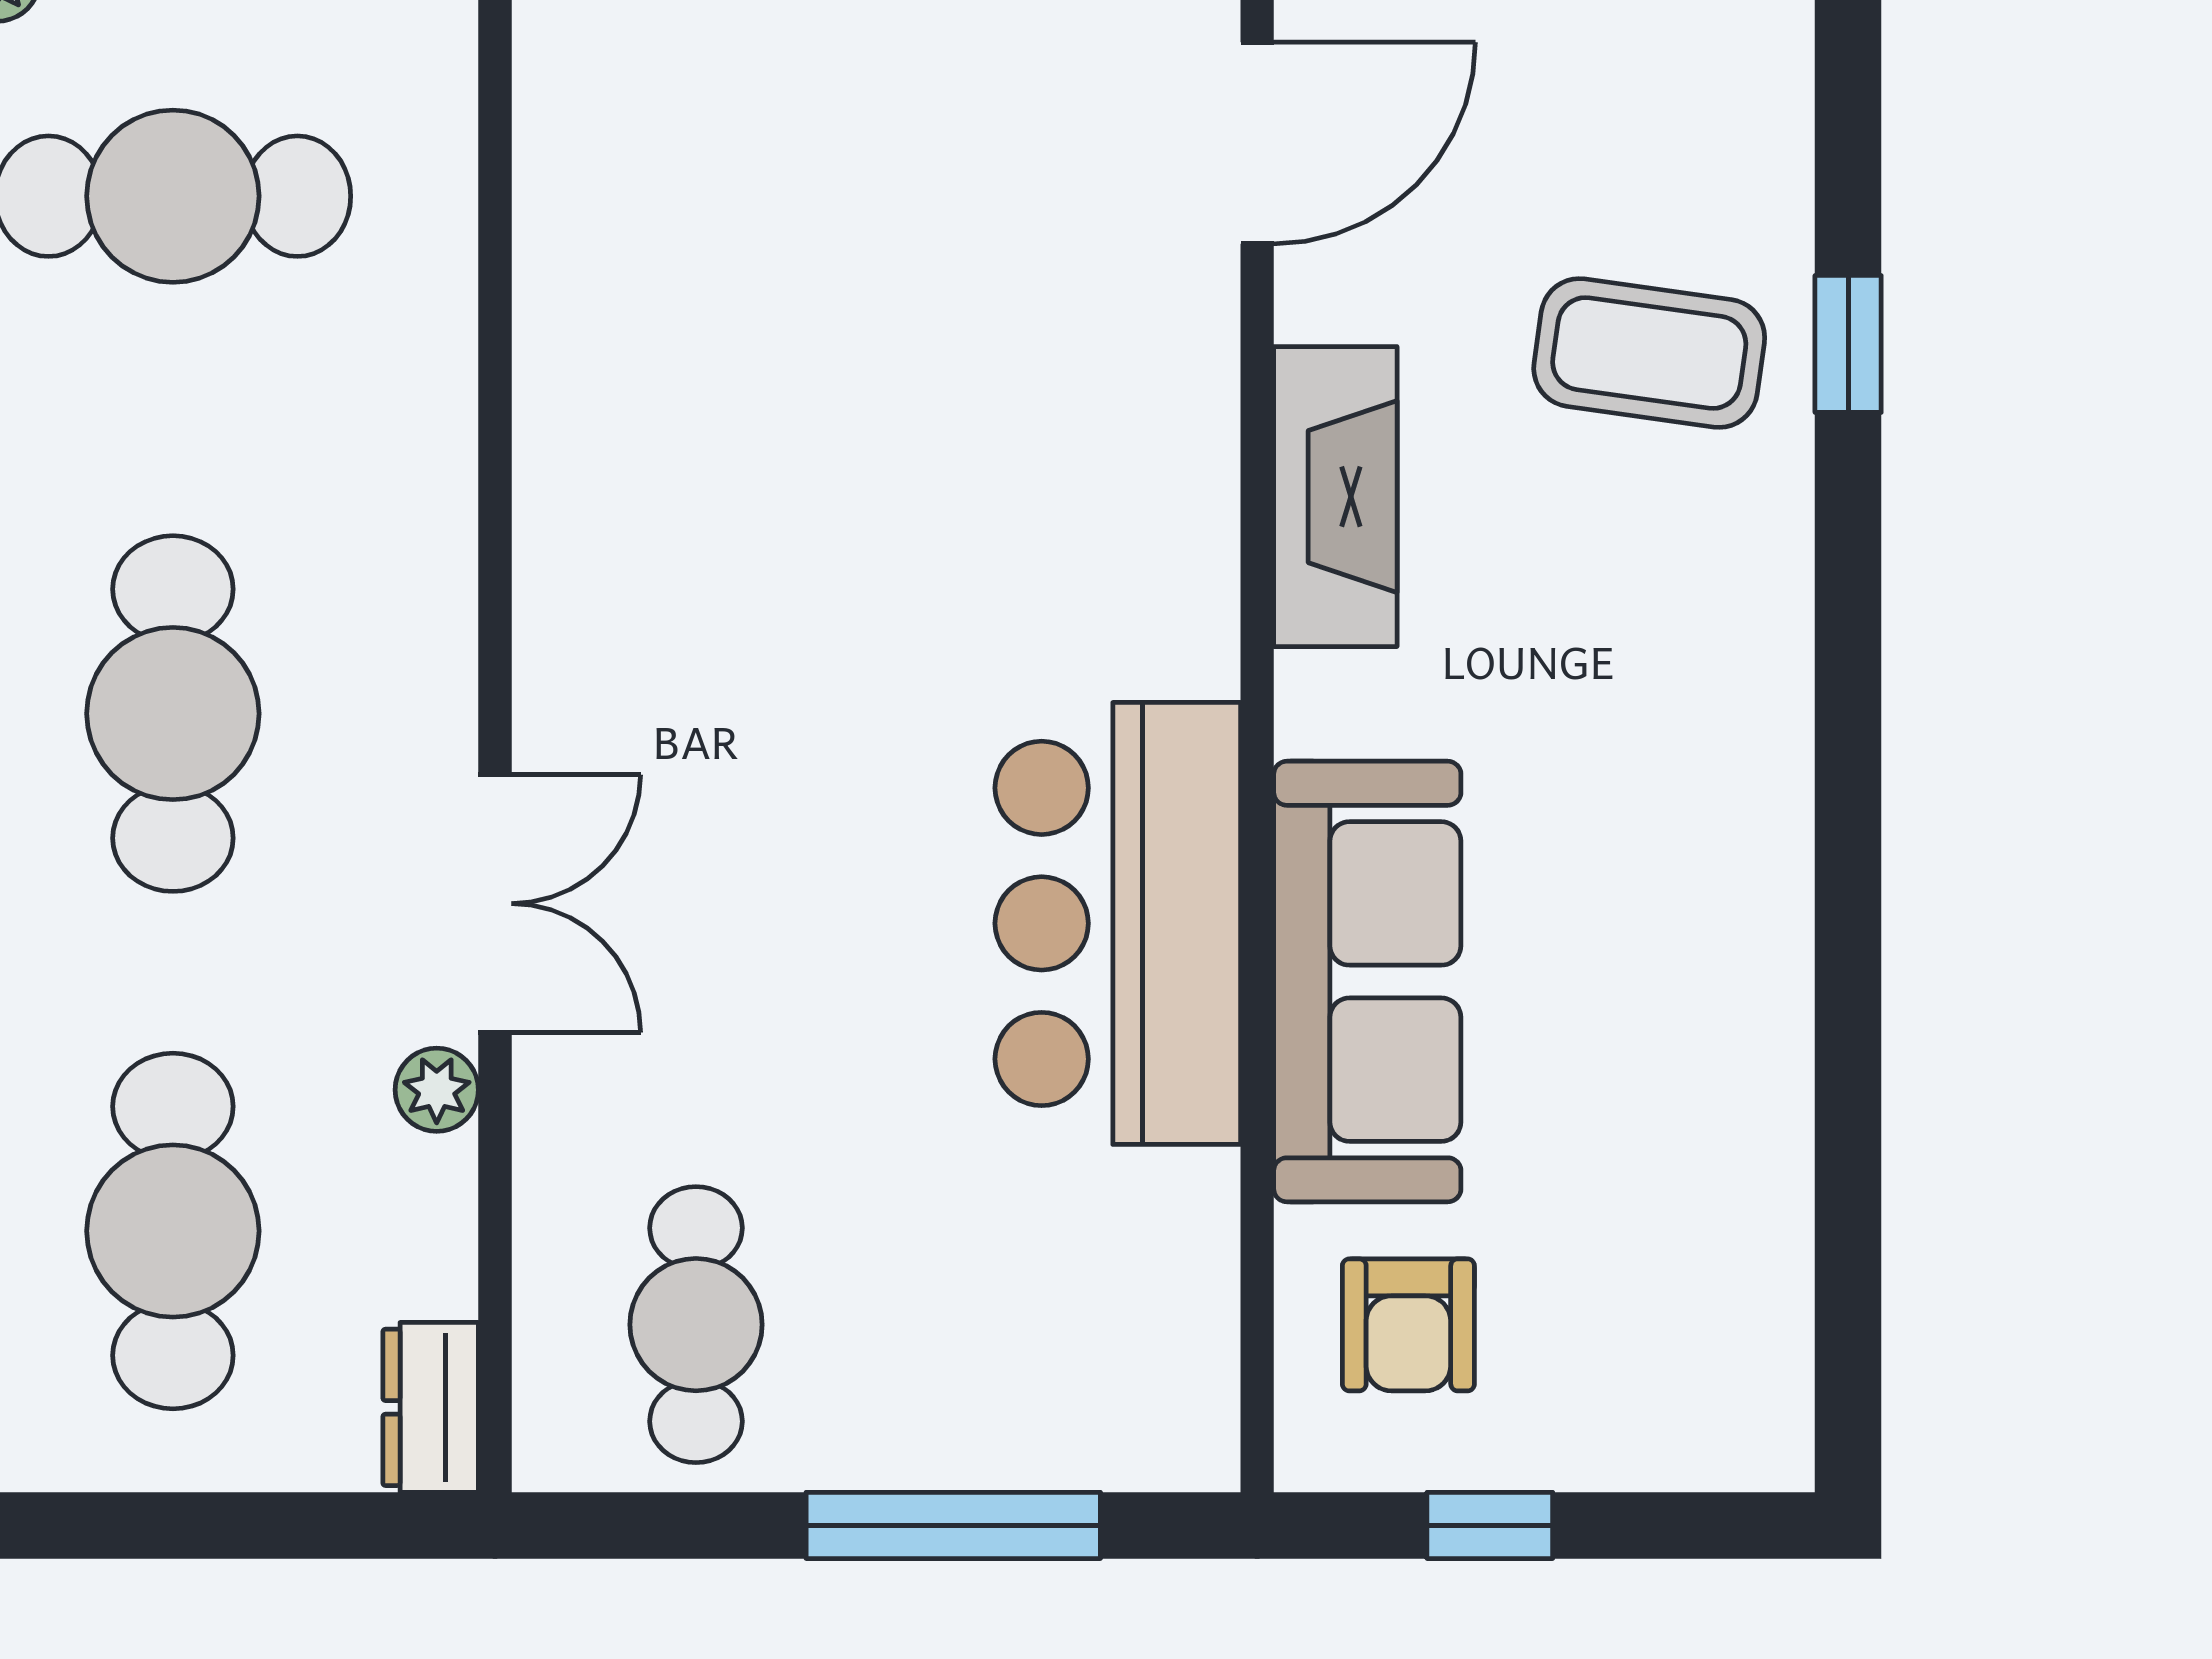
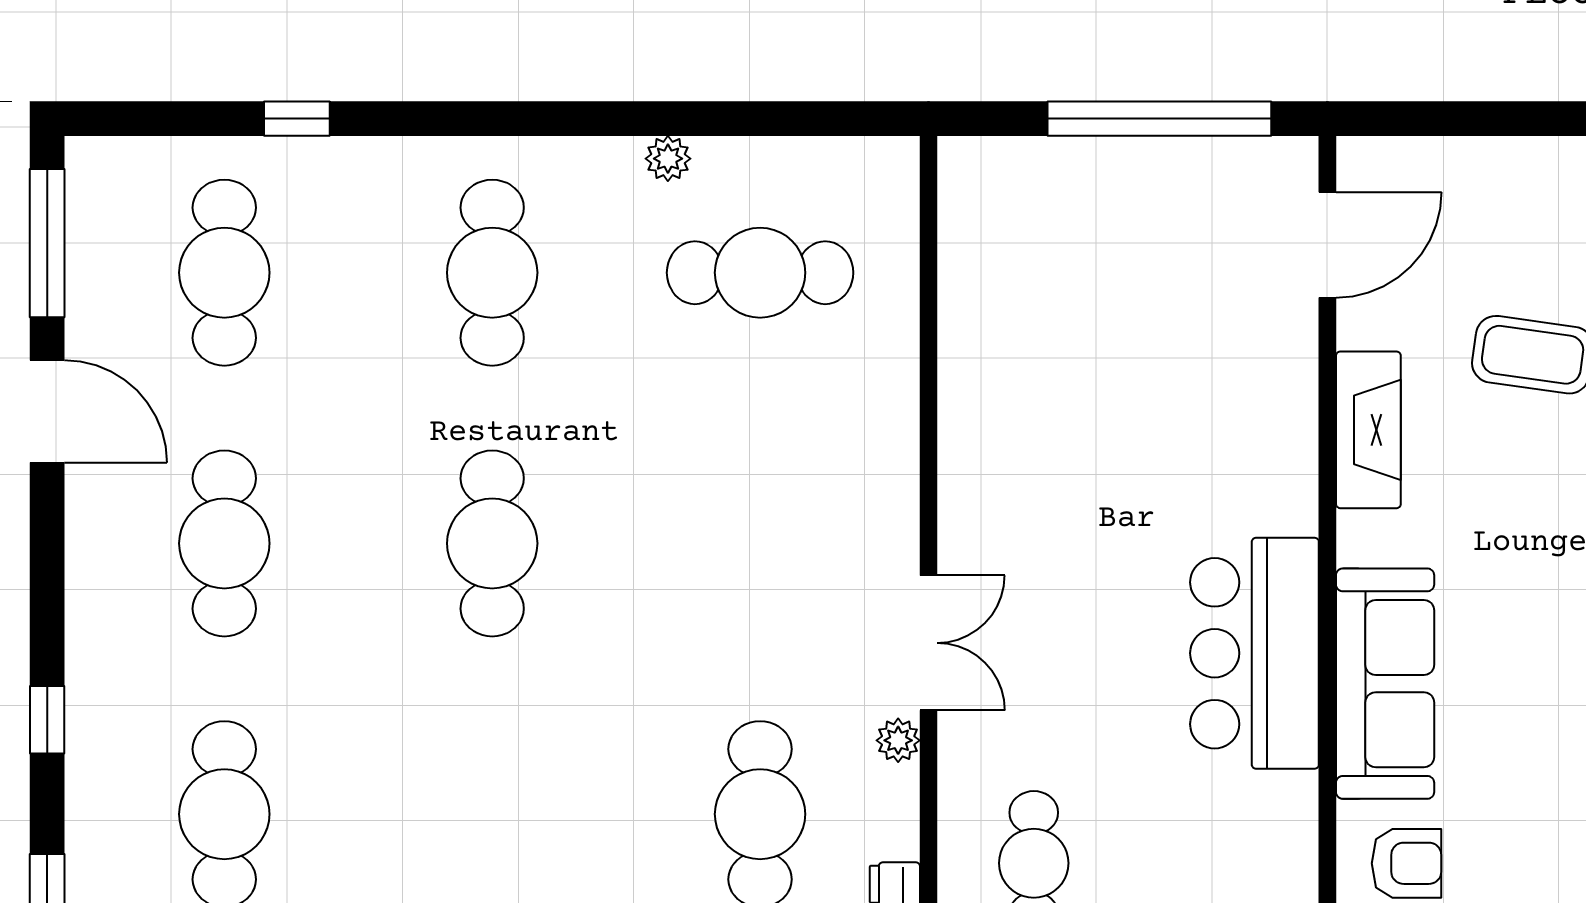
cafe table: (173, 714) -> (760, 543), removed
armchair: (1408, 1325) -> (1407, 863), turned -90

